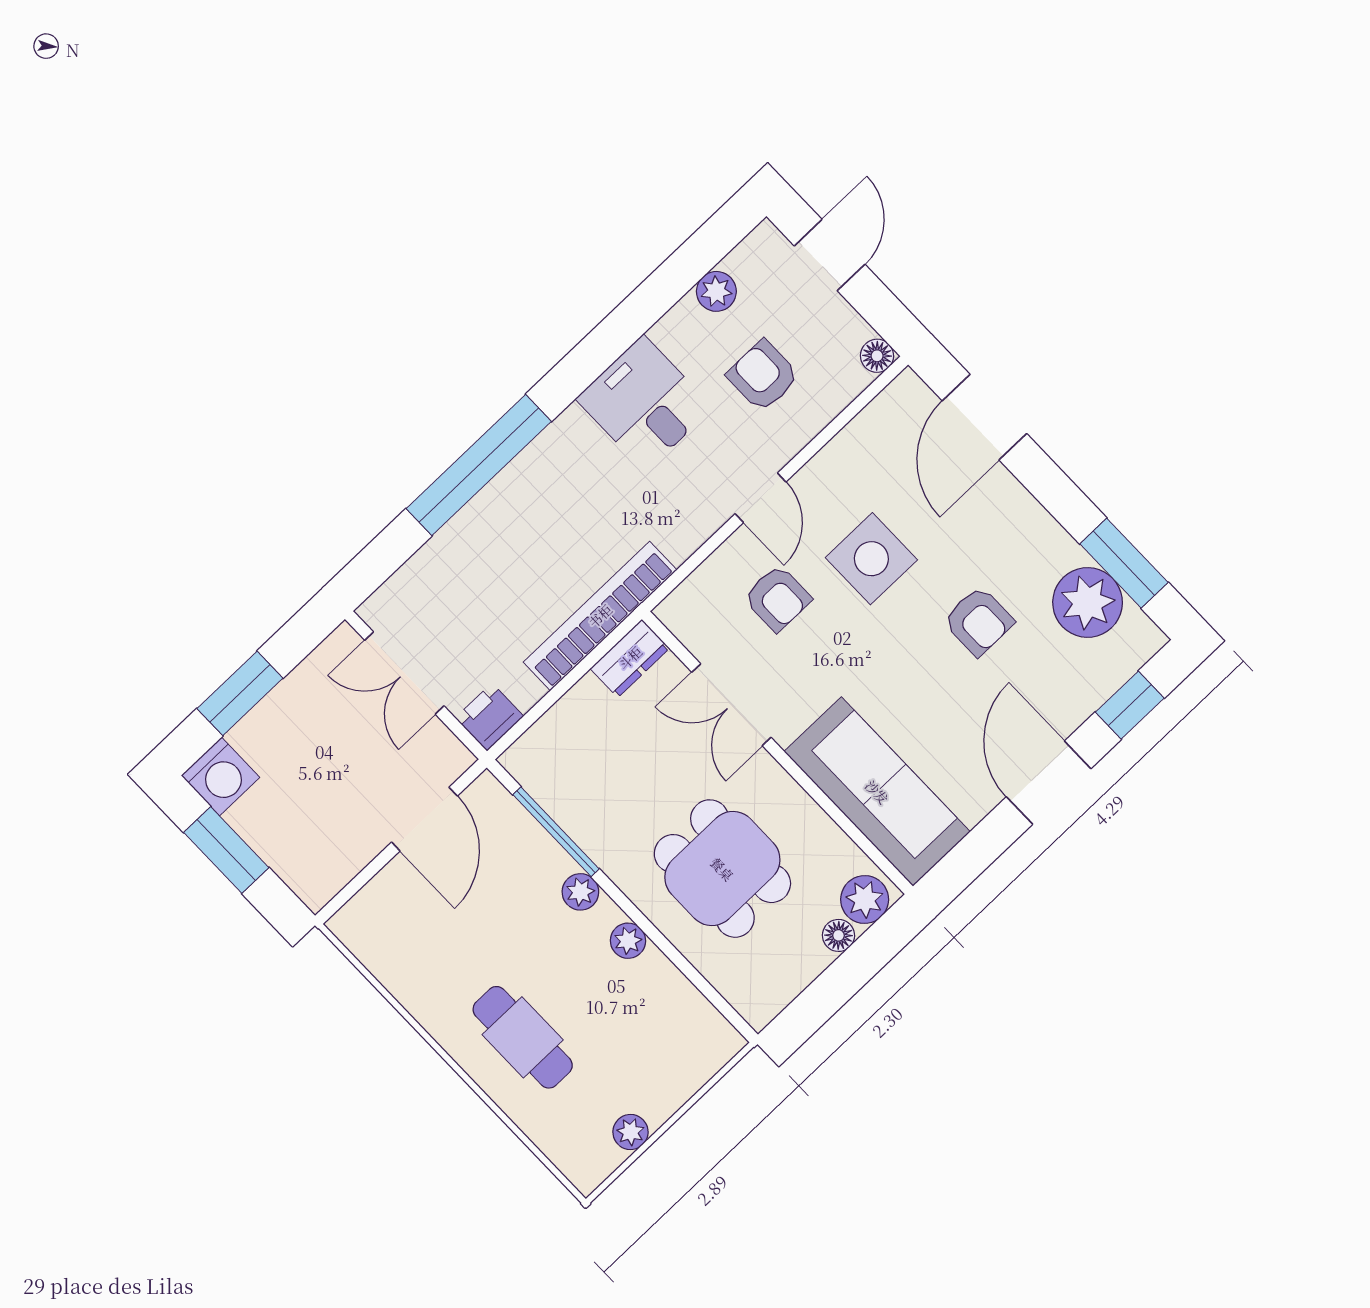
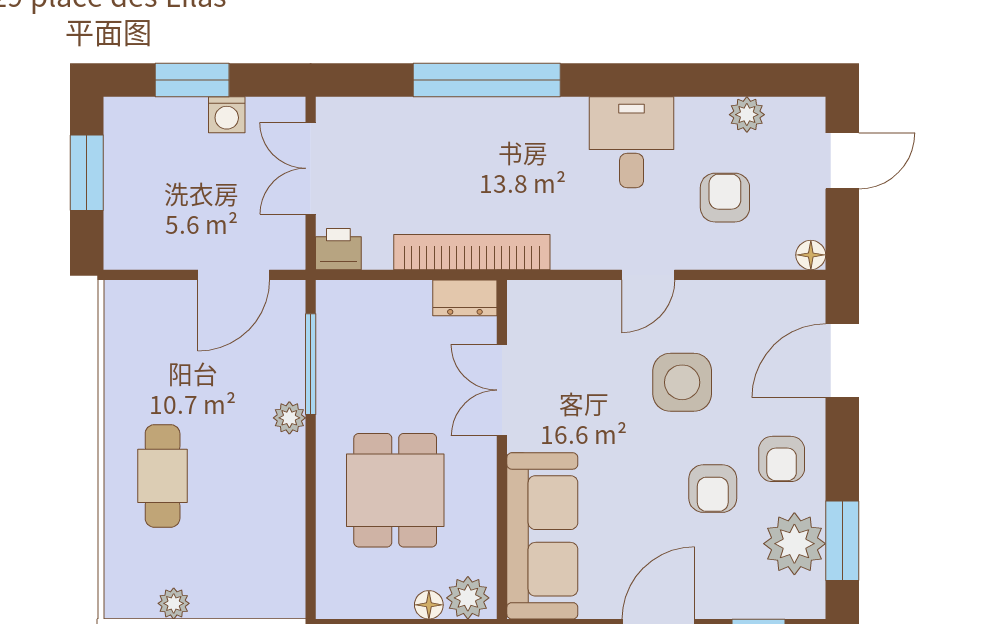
armchair: (777, 598) -> (782, 459), moved
washing machine: (220, 776) -> (227, 115), moved, width x0.73, depth x0.73
plant: (628, 941) -> (290, 479), removed

